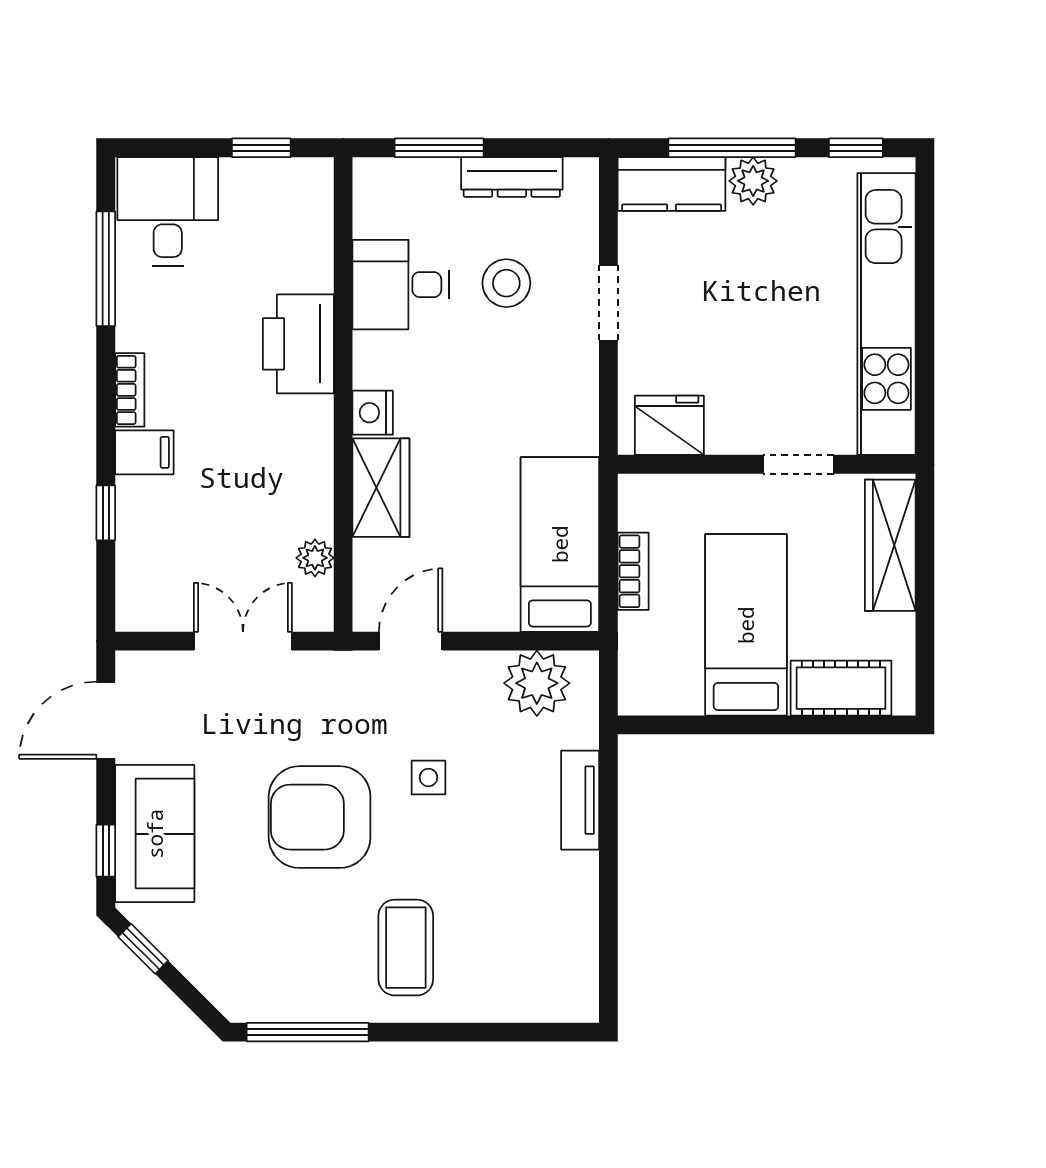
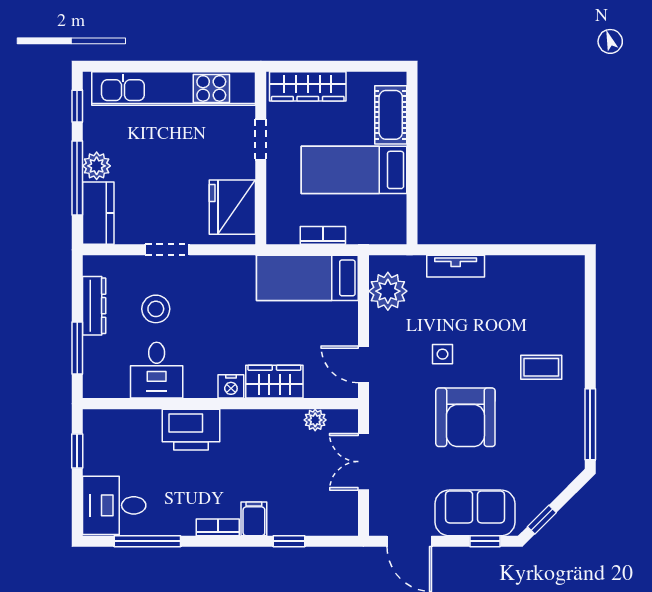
fridge: (669, 425) -> (232, 207), width x1.36, depth x1.34
coffee table: (406, 948) -> (541, 367), width x0.73, depth x0.77

